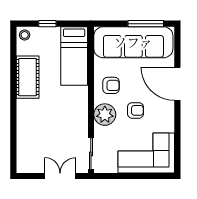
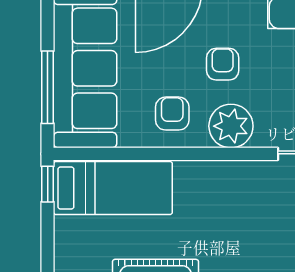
window: (47, 24) -> (48, 184), moved
window: (146, 24) -> (48, 87), moved

